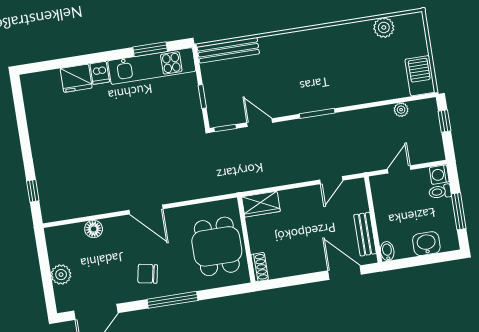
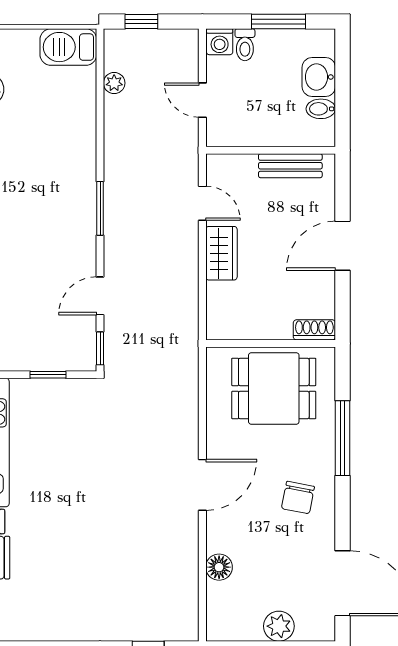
wardrobe: (261, 204) -> (221, 253), moved
bidet: (387, 251) -> (321, 109), moved
door: (345, 273) -> (342, 246), moved
window: (172, 300) -> (342, 438), moved

